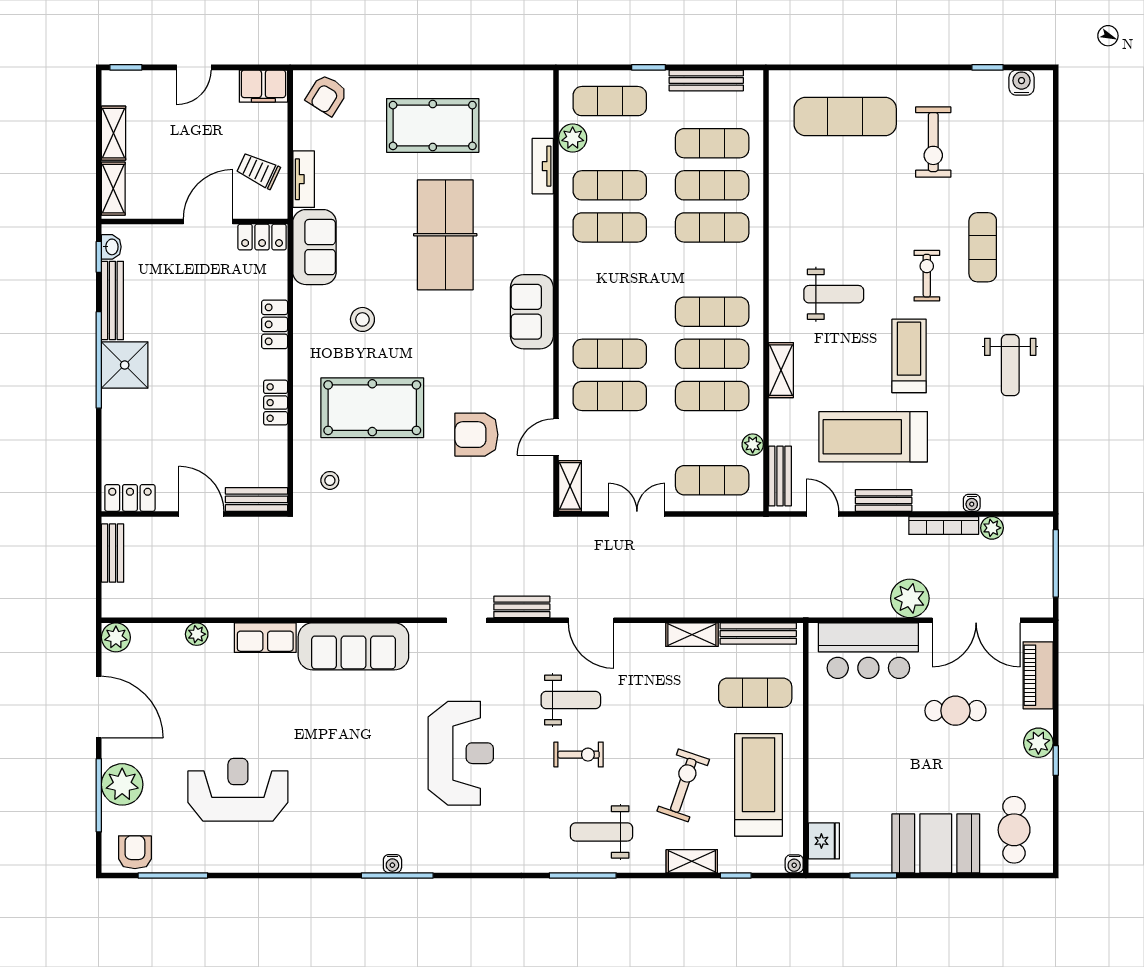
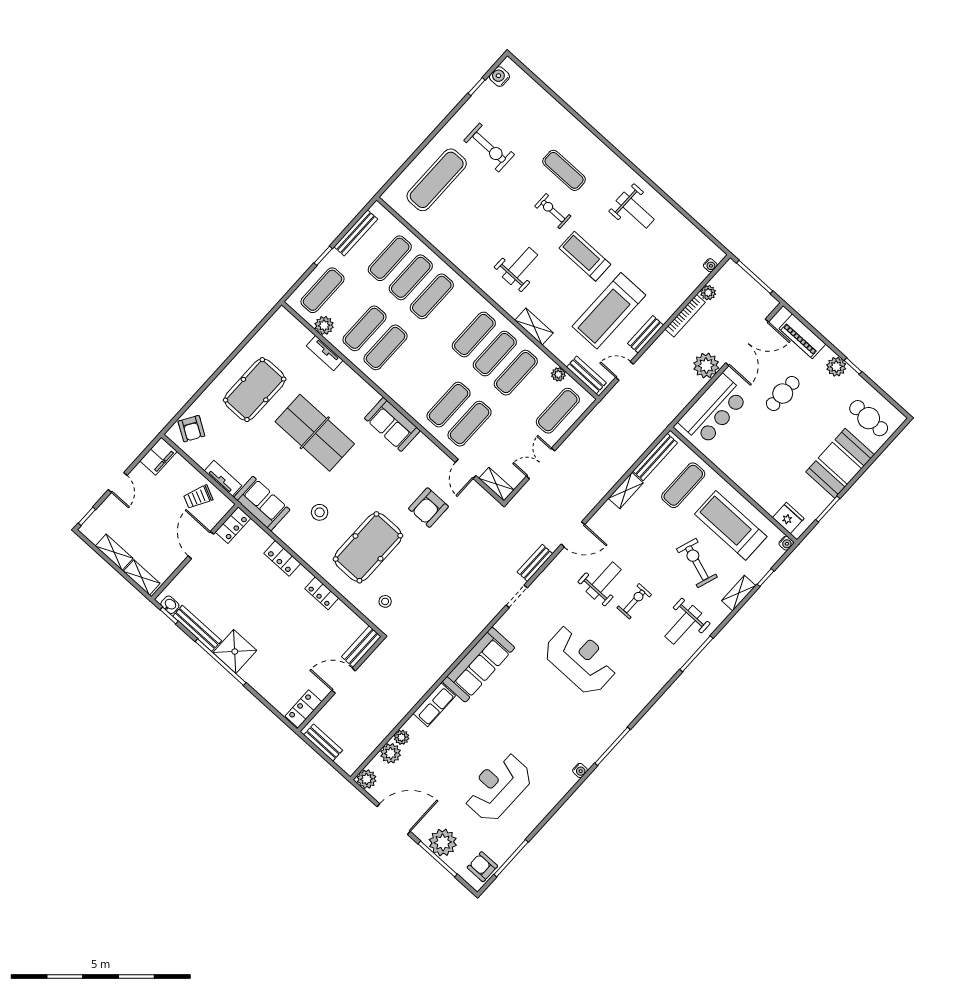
water cooler: (972, 503) -> (710, 265), moved
plant: (168, 638) -> (391, 753), added
water cooler: (392, 864) -> (580, 770), moved

